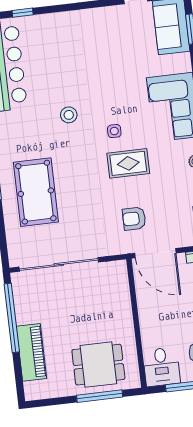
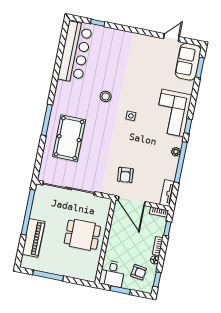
rug: (128, 163) -> (133, 139), removed
armchair: (134, 219) -> (125, 175), turned -95
dining table: (98, 365) -> (82, 235), moved
window: (100, 396) -> (48, 275), moved

